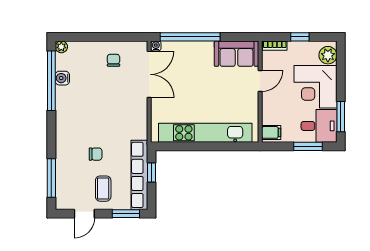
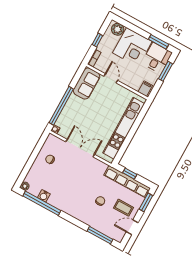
double door: (149, 74) -> (80, 148), moved
door: (84, 214) -> (132, 227), swing flipped

